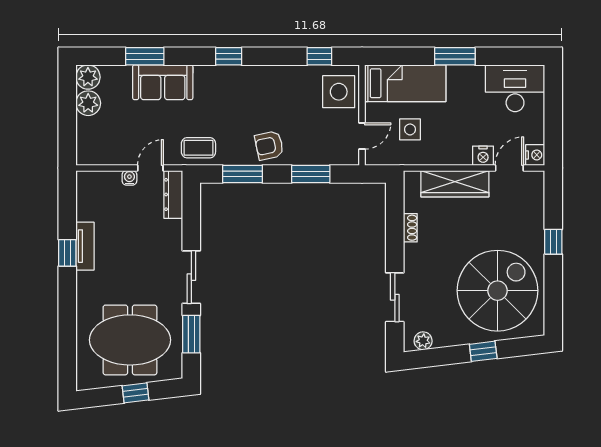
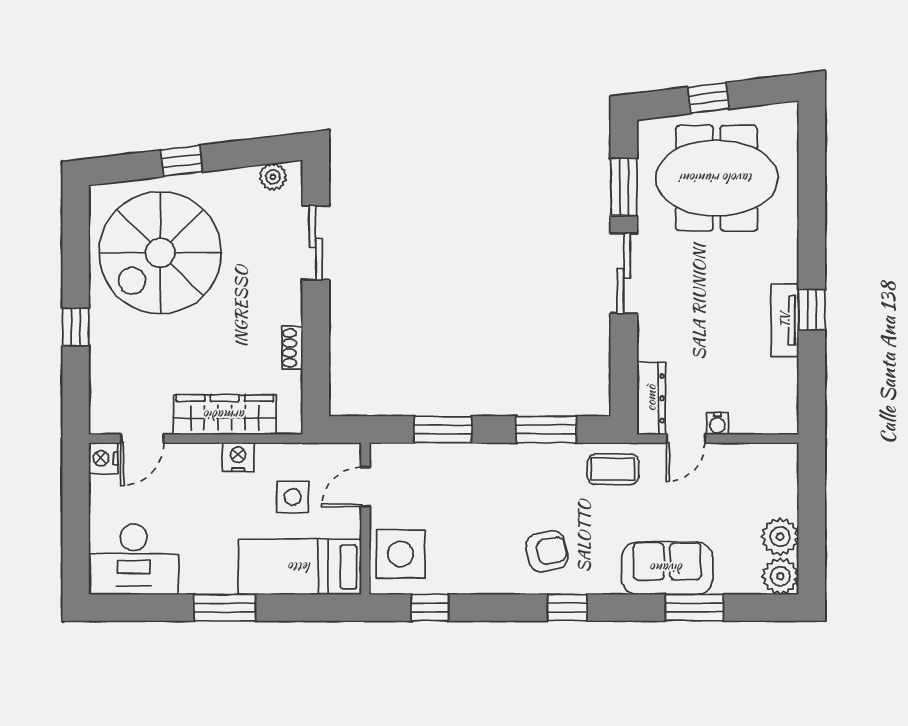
armchair: (269, 145) -> (547, 551), moved
nightstand: (483, 156) -> (238, 457), moved

